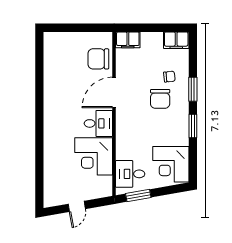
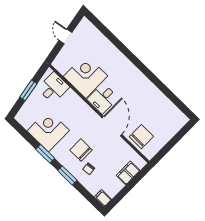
filing cabinet: (128, 40) -> (128, 173), moved
filing cabinet: (176, 40) -> (103, 198), width x0.50
corner desk: (171, 164) -> (48, 131), moved
window: (138, 196) -> (28, 90), moved

